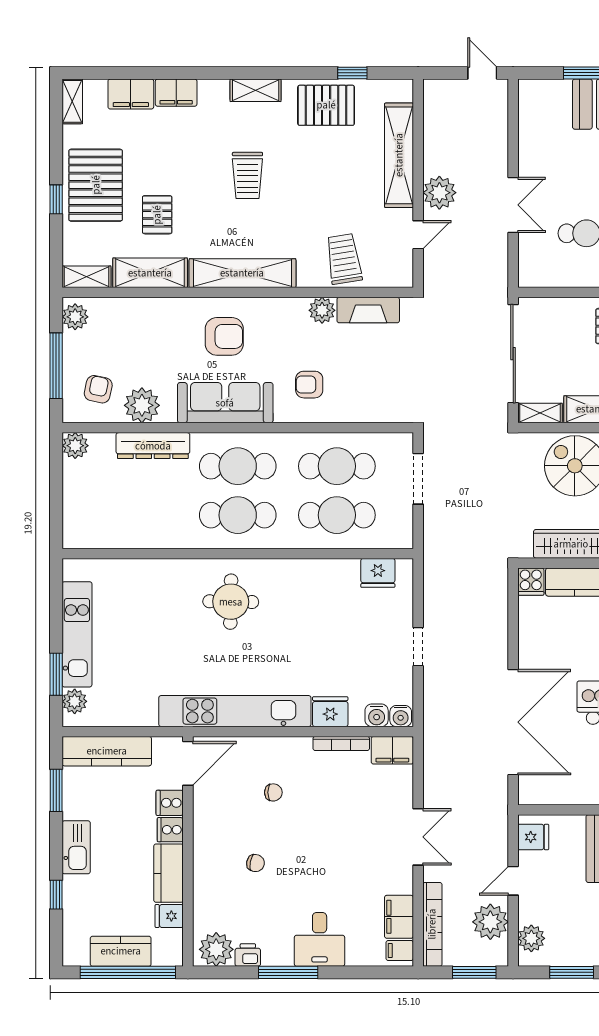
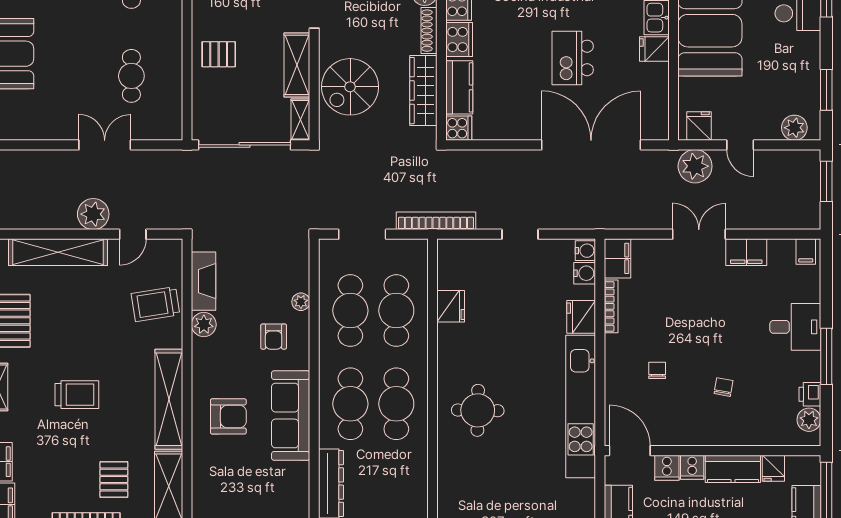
pallet: (157, 215) -> (114, 480), turned 90
door: (418, 235) -> (133, 234), swing flipped
armchair: (224, 336) -> (228, 416), turned 90
plant: (142, 405) -> (301, 302), moved, width x0.53, depth x0.53
fridge: (378, 573) -> (451, 306), moved
filing cabinet: (399, 917) -> (746, 252), moved
plant: (490, 922) -> (695, 166), moved
bookcase: (432, 924) -> (436, 221), moved
plant: (216, 949) -> (809, 420), width x0.73, depth x0.73

